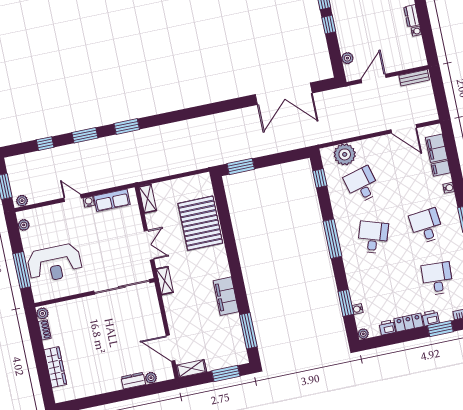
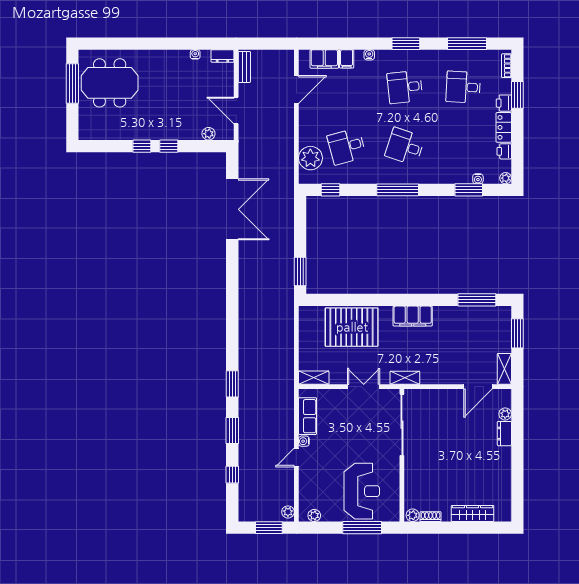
dresser: (412, 16) -> (222, 56), moved
filing cabinet: (226, 296) -> (413, 316), moved

